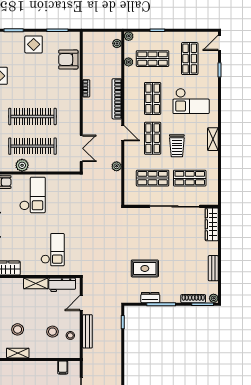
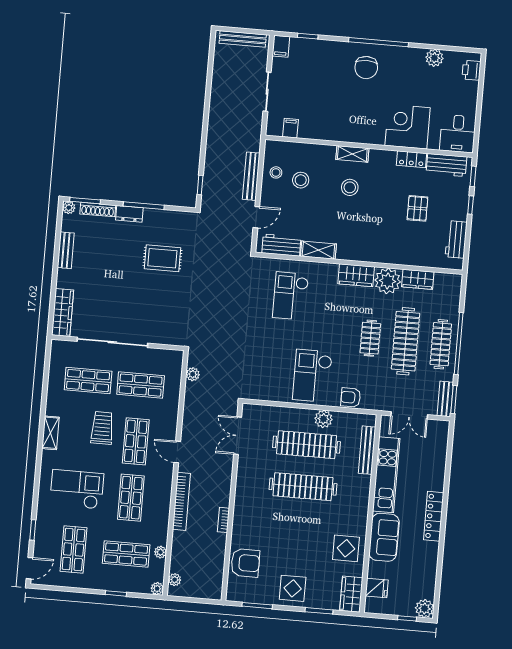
plant: (117, 166) -> (193, 374), moved
dresser: (150, 298) -> (129, 214), moved

